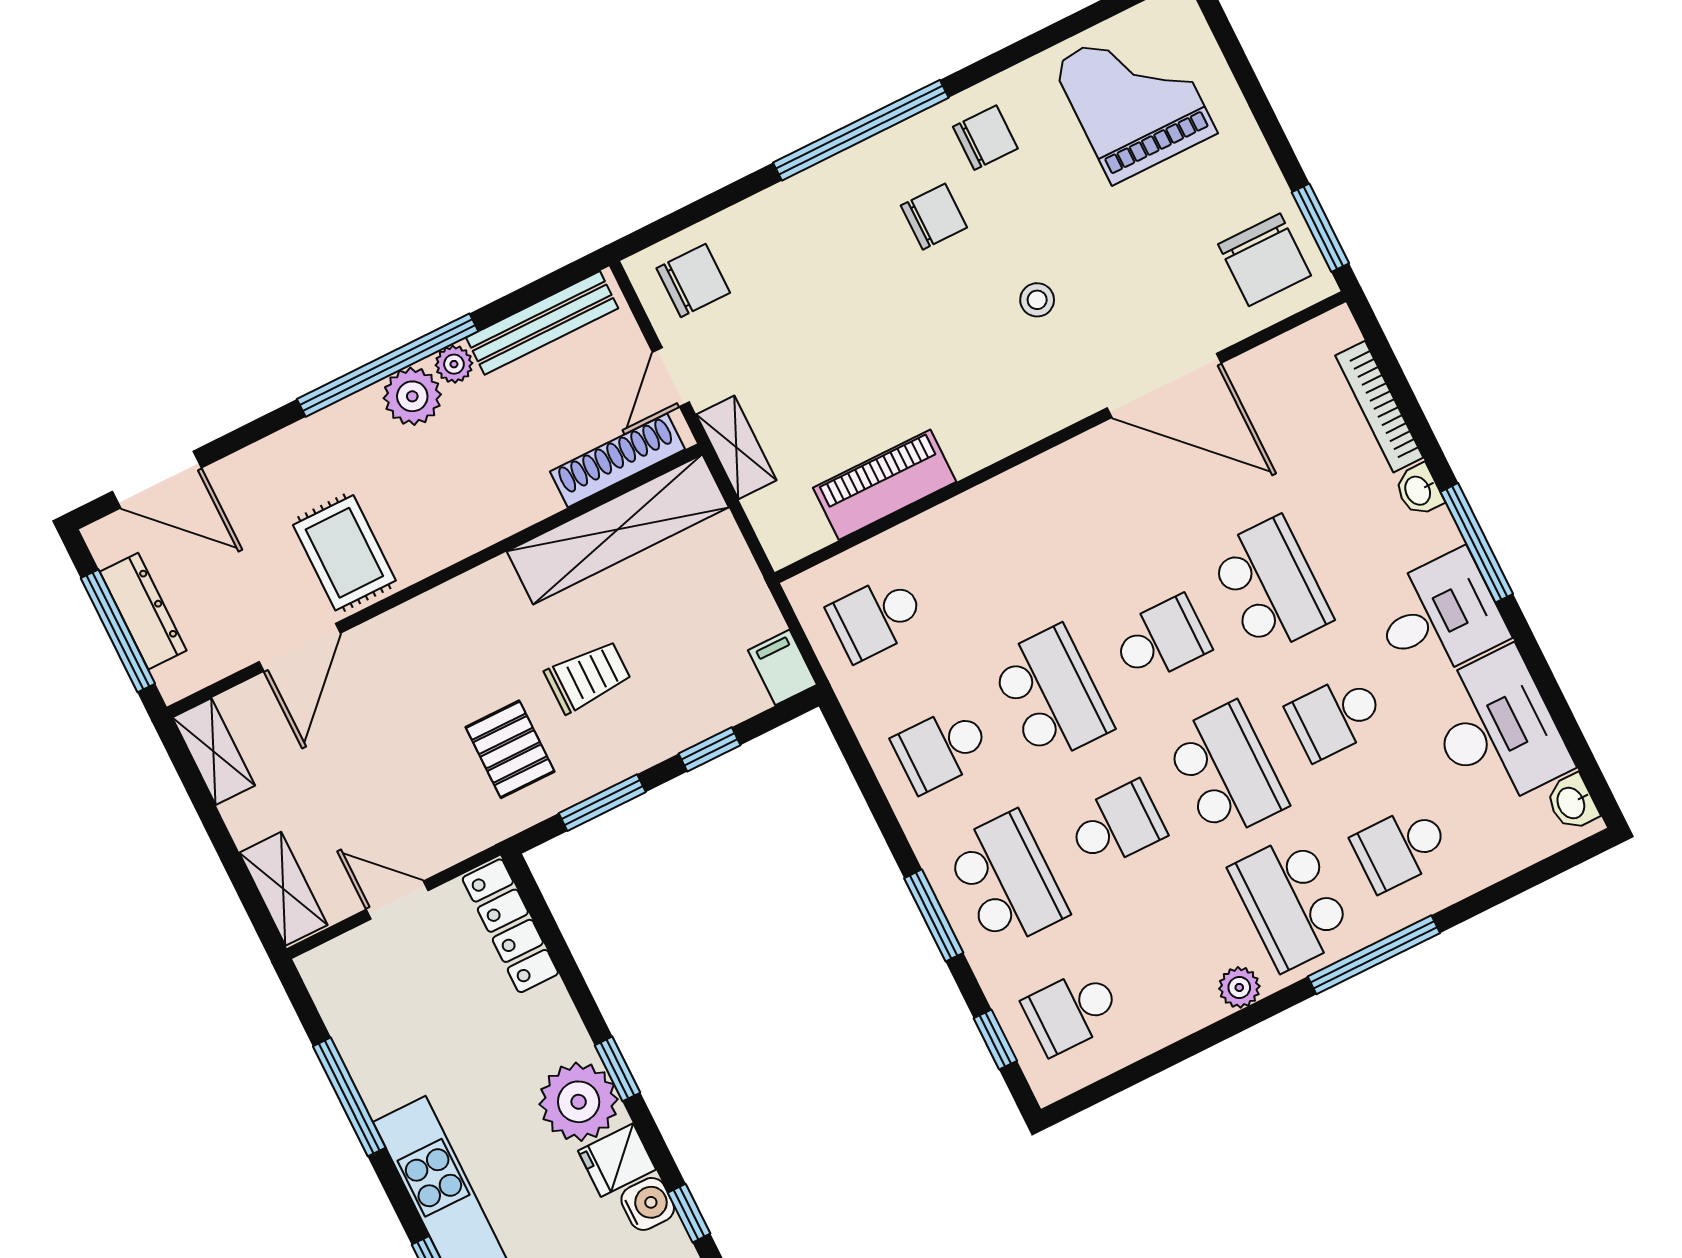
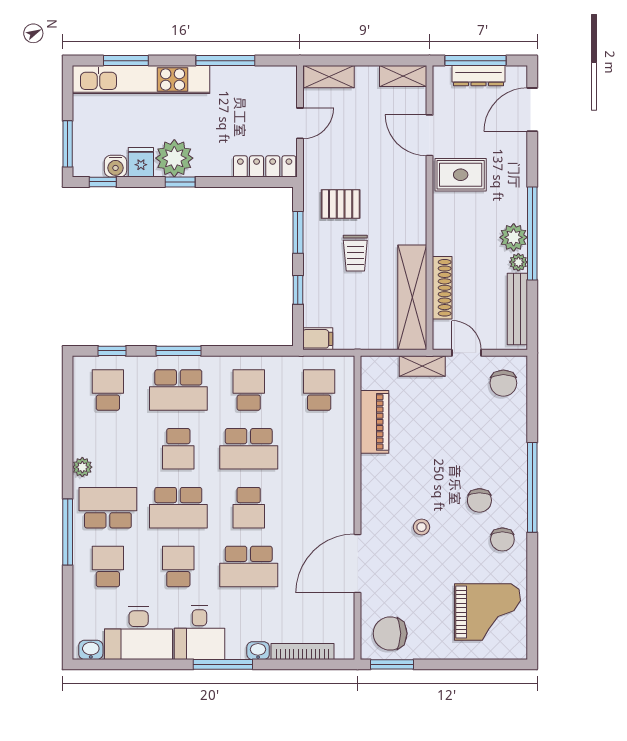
shoe rack: (617, 460) -> (442, 288), moved

